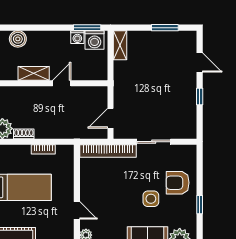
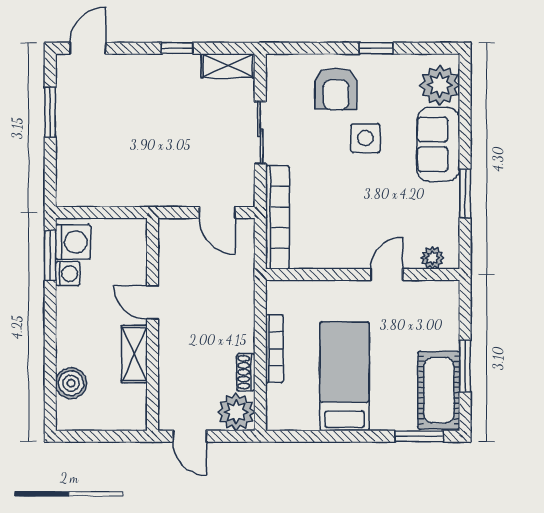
shelving: (120, 45) -> (228, 66), moved
door: (200, 63) -> (88, 48), moved
bookcase: (43, 149) -> (274, 349), width x1.56

